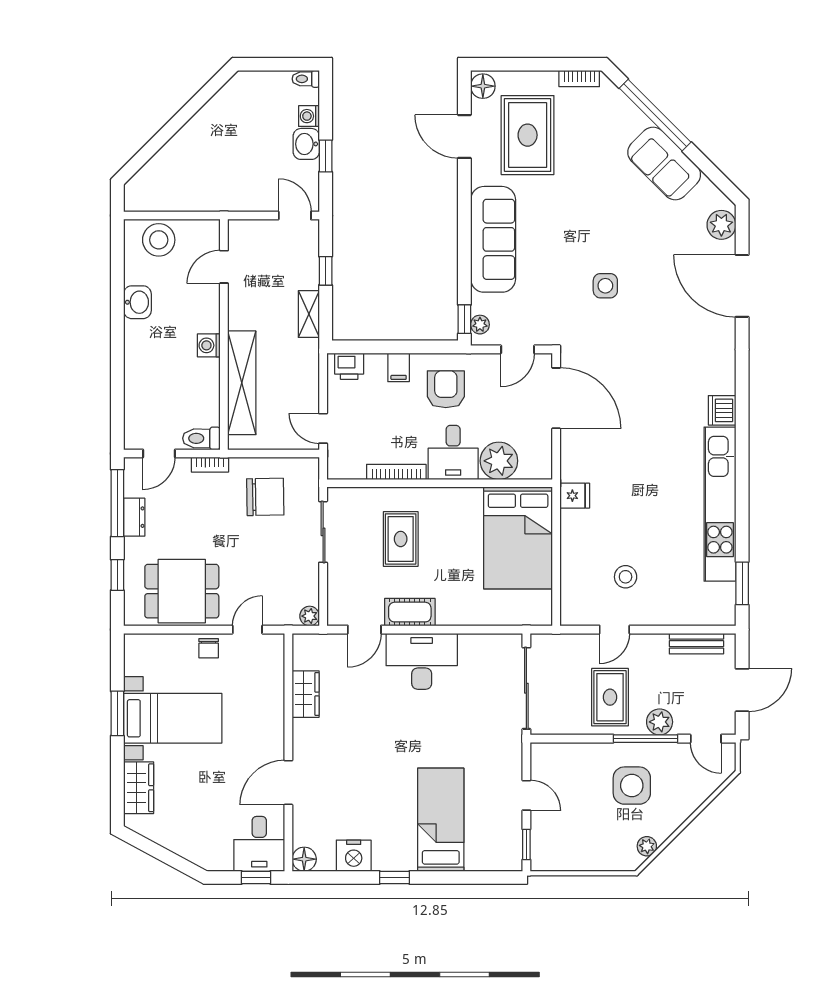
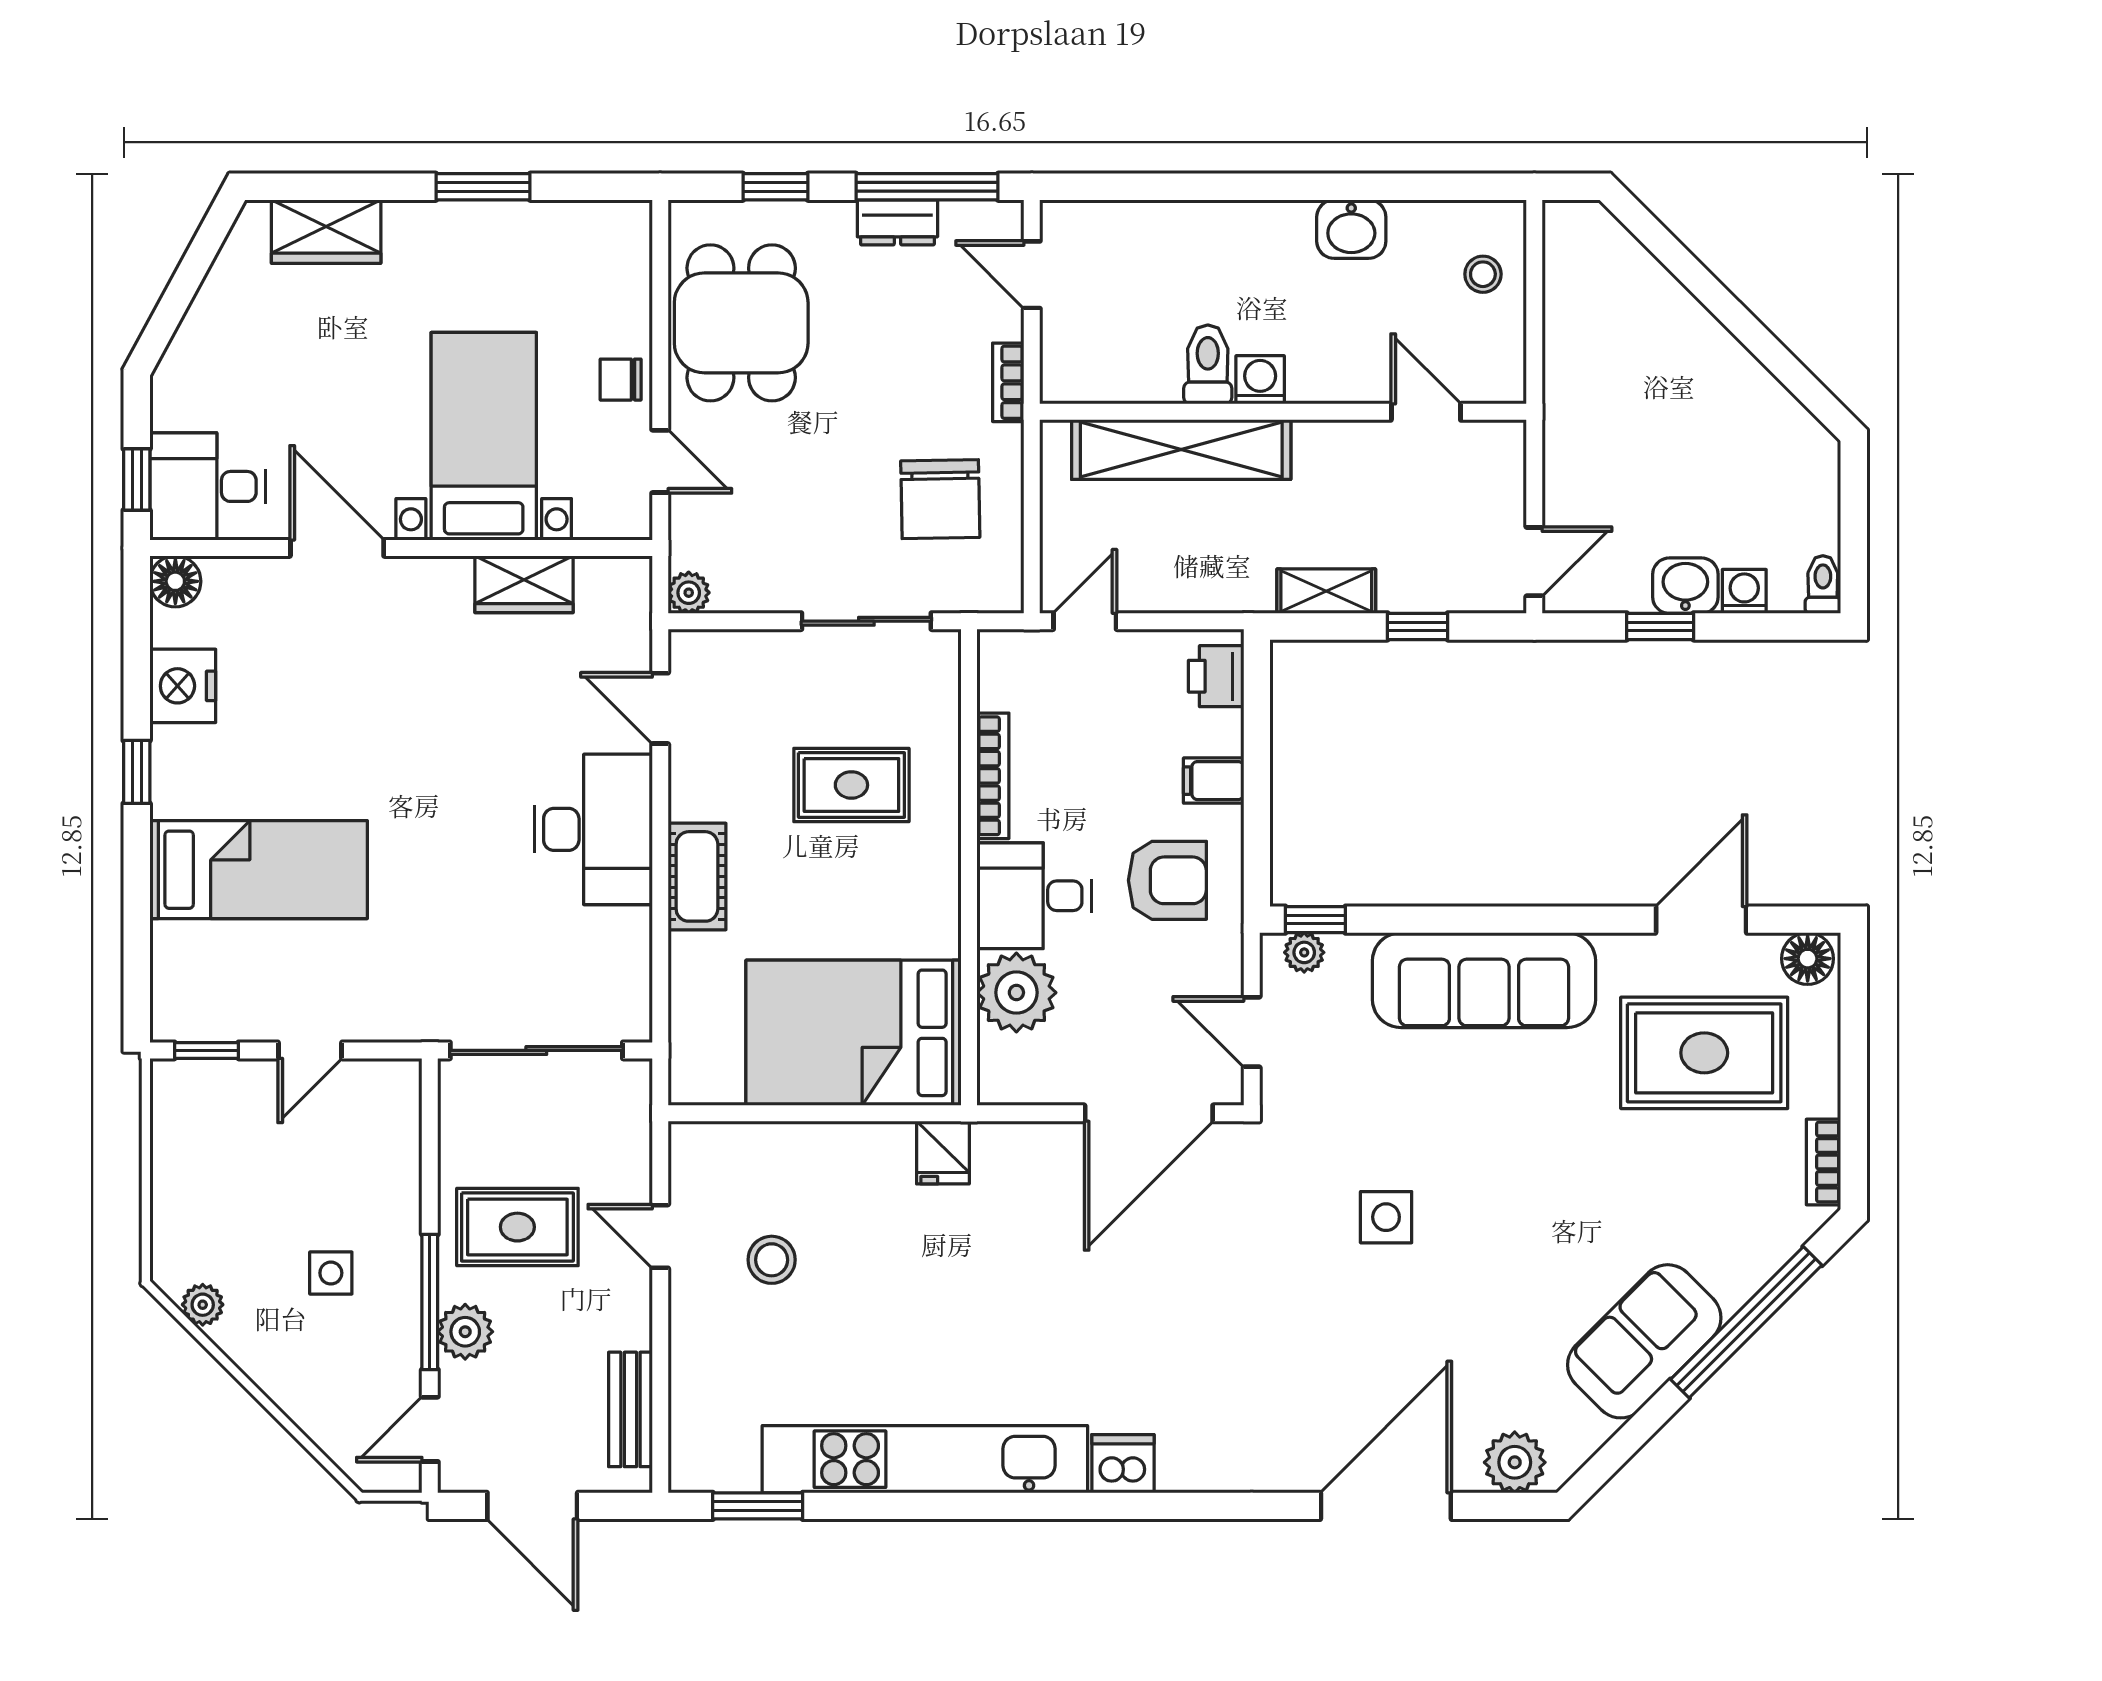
stool: (159, 240) -> (1483, 274), width x0.53, depth x0.53
toilet: (201, 438) -> (1208, 364), moved
cot: (410, 612) -> (697, 876), moved
bed with nightstands: (173, 718) -> (484, 436), moved, turned 180
side table: (632, 786) -> (331, 1273), width x0.54, depth x0.54

